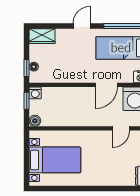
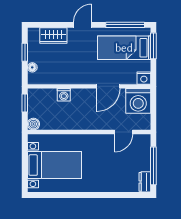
wardrobe: (42, 36) -> (53, 35), moved
window: (27, 68) -> (25, 52), moved
washing machine: (35, 93) -> (64, 95), moved

